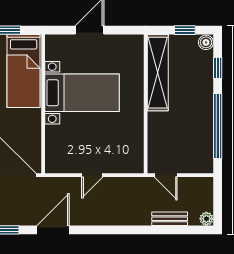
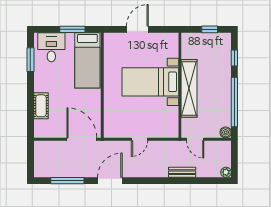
boiler: (206, 42) -> (226, 132), moved
shelving: (158, 73) -> (189, 88), moved
bed with nightstands: (82, 93) -> (150, 82), moved, turned 180
bench: (170, 219) -> (182, 172), moved

